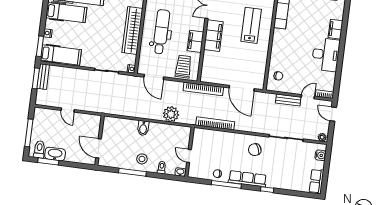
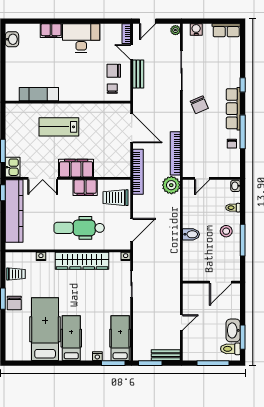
bench: (43, 77) -> (166, 355), moved
chair: (294, 79) -> (114, 71), added
door: (242, 88) -> (132, 128), hinge flipped
plant: (171, 114) -> (171, 185), moved
door: (189, 156) -> (202, 178), moved

